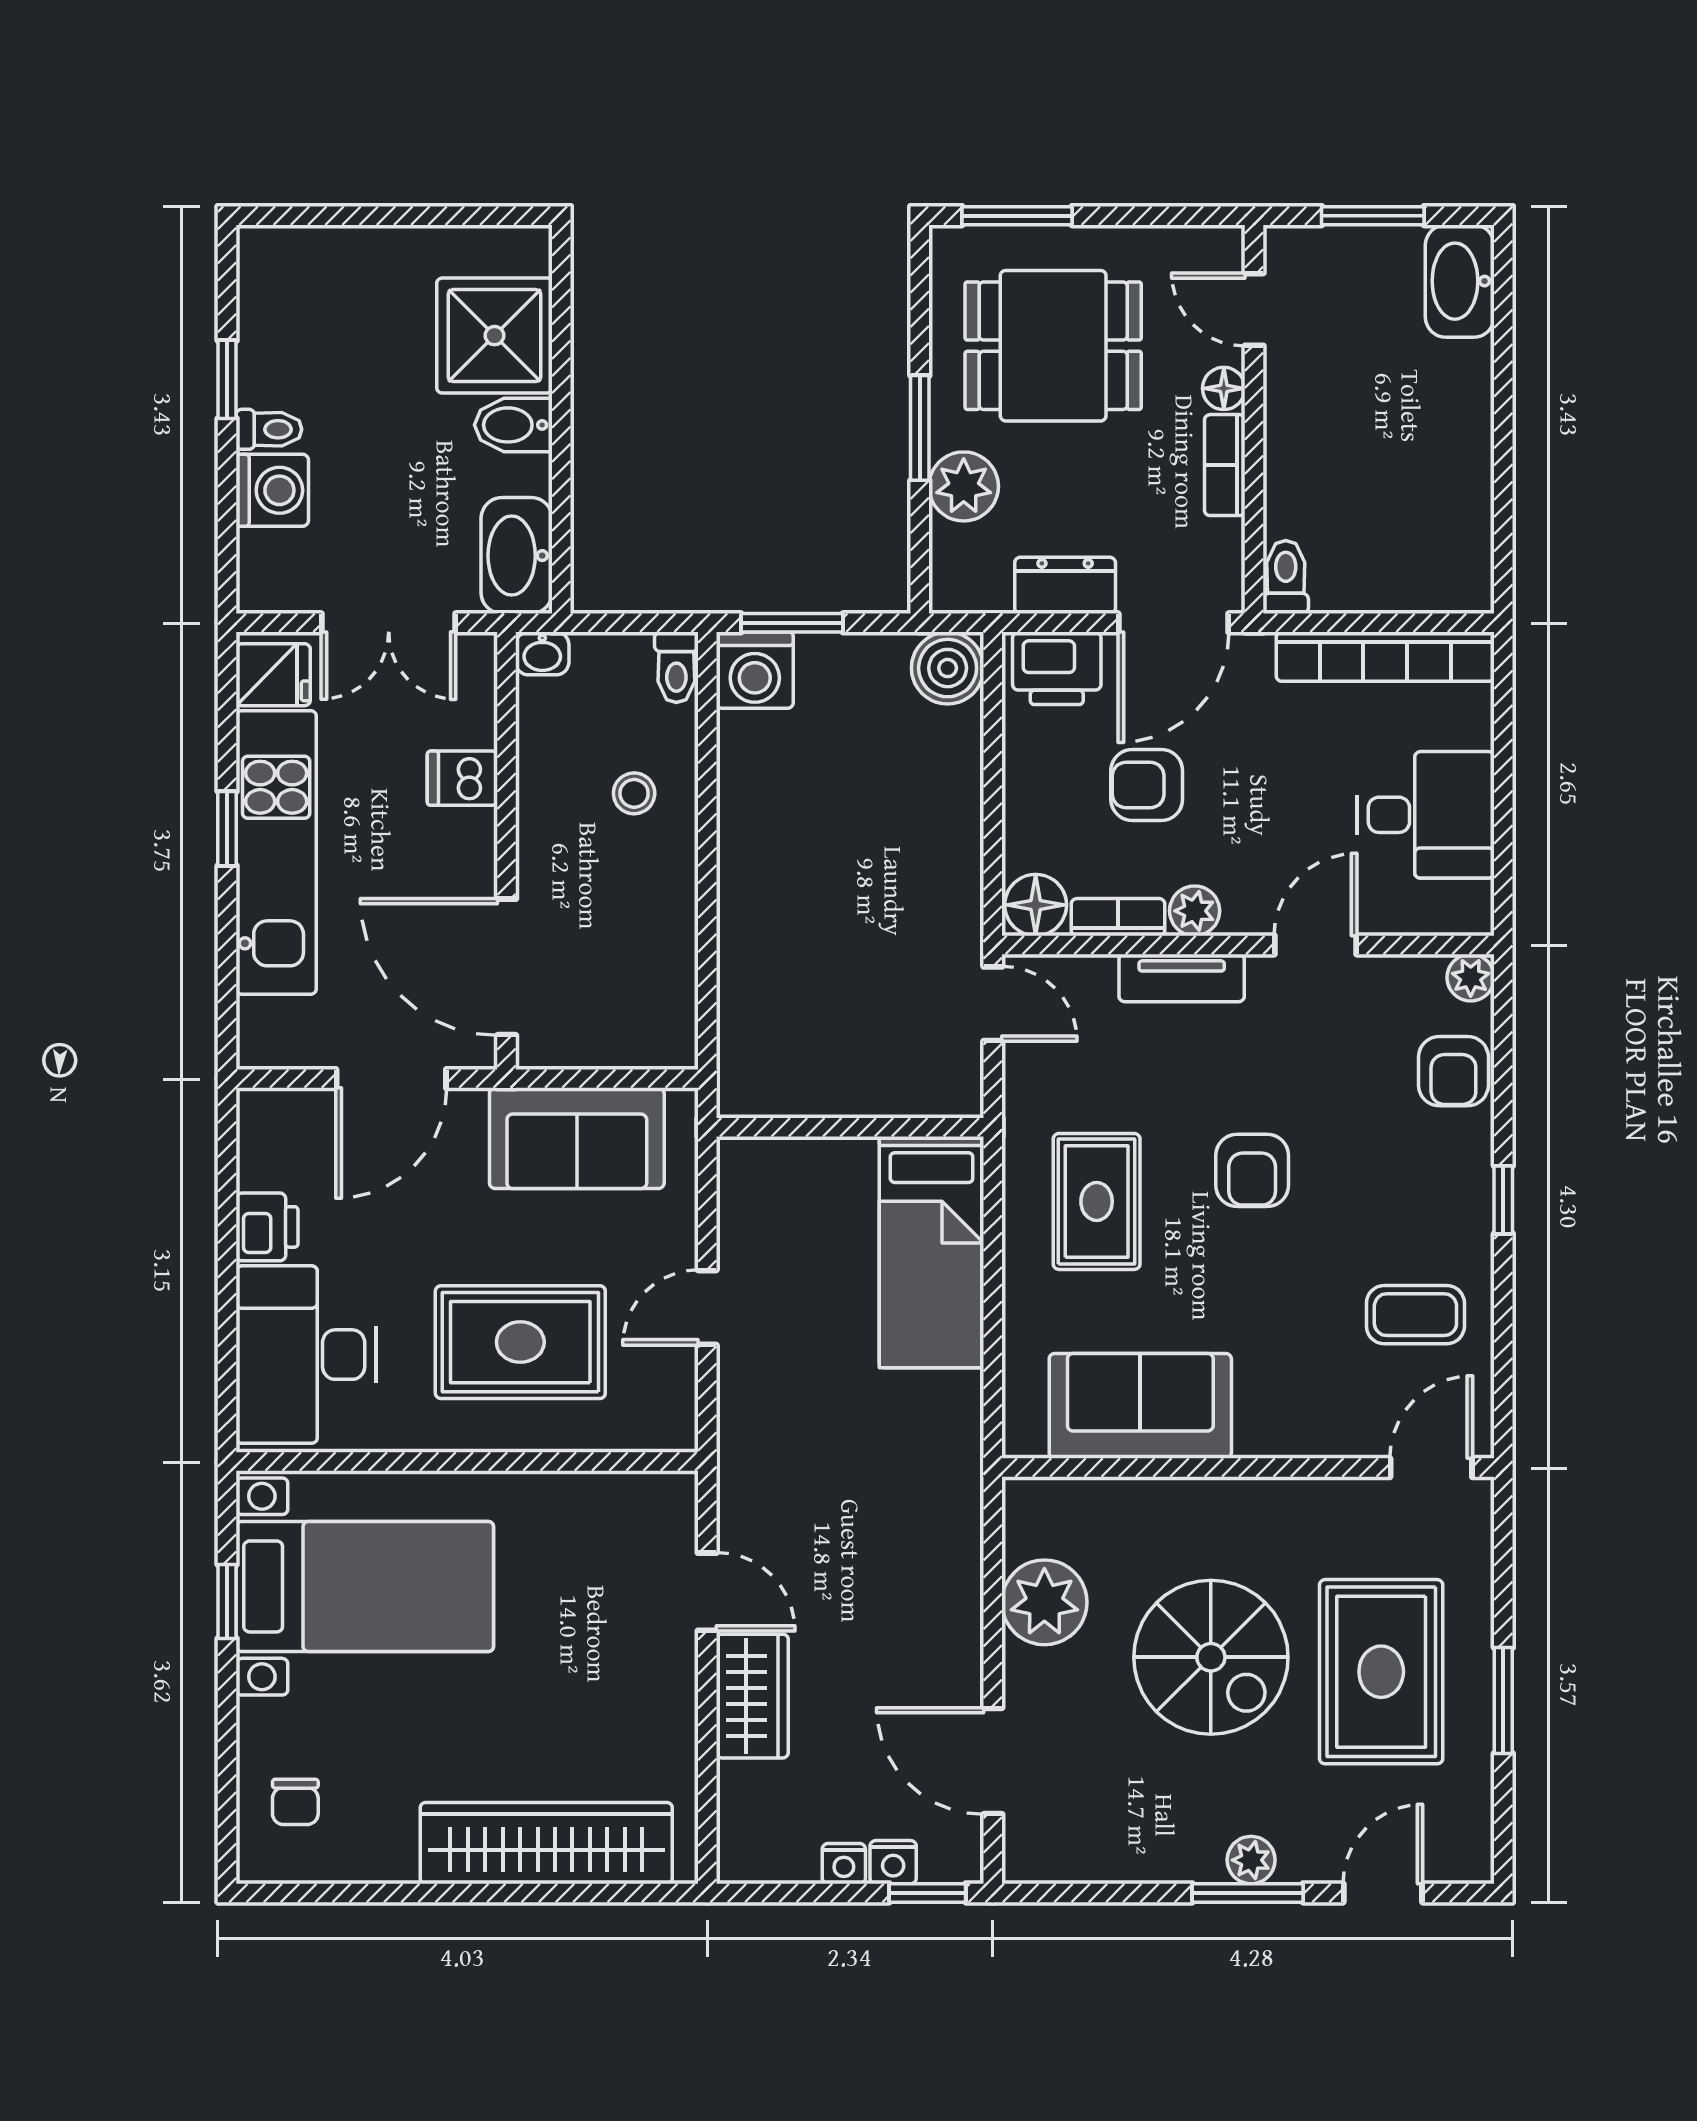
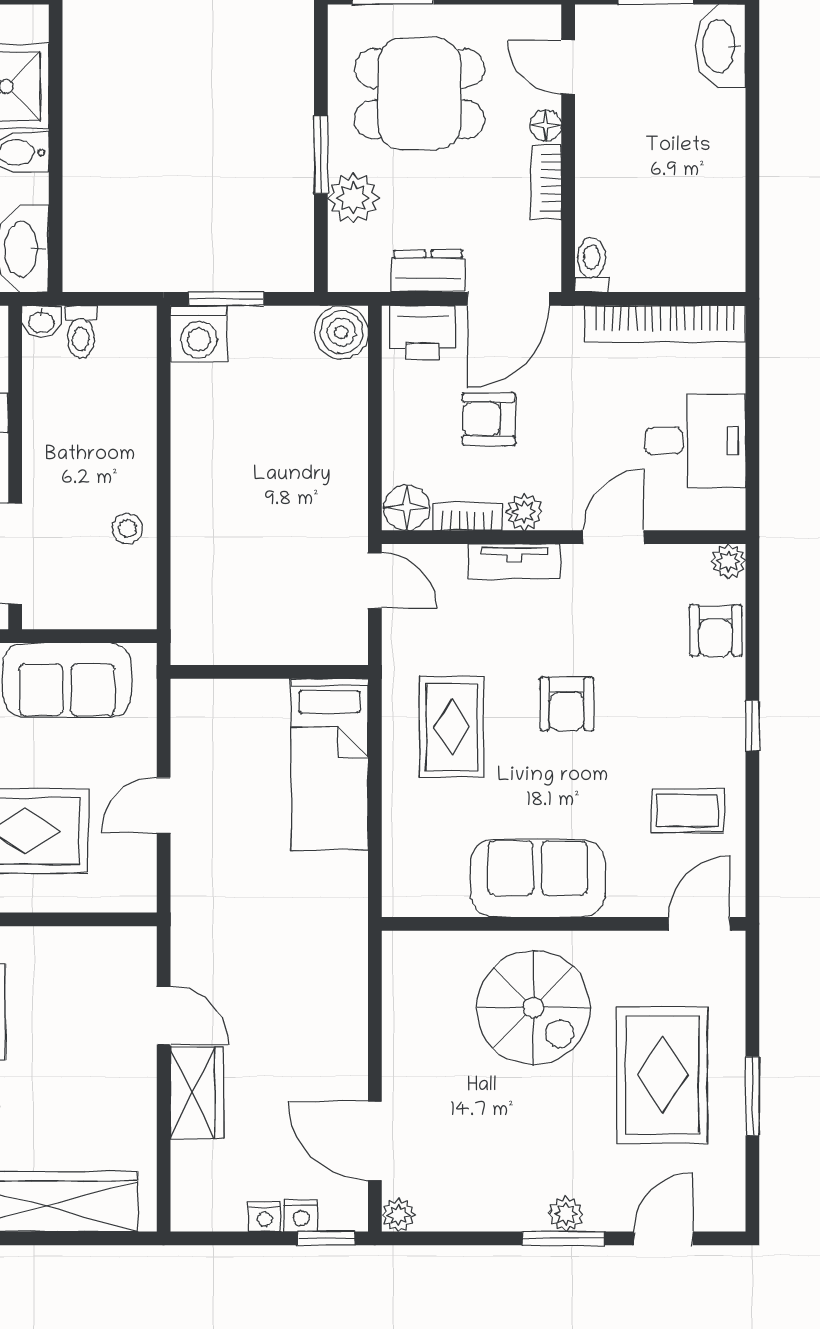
toilet: (676, 667) -> (81, 332), moved
stool: (634, 793) -> (127, 528), moved
sofa: (1140, 1406) -> (538, 878), moved
plant: (1044, 1602) -> (398, 1215), moved, width x0.53, depth x0.53
spiral stairs: (1211, 1657) -> (533, 1007), moved

